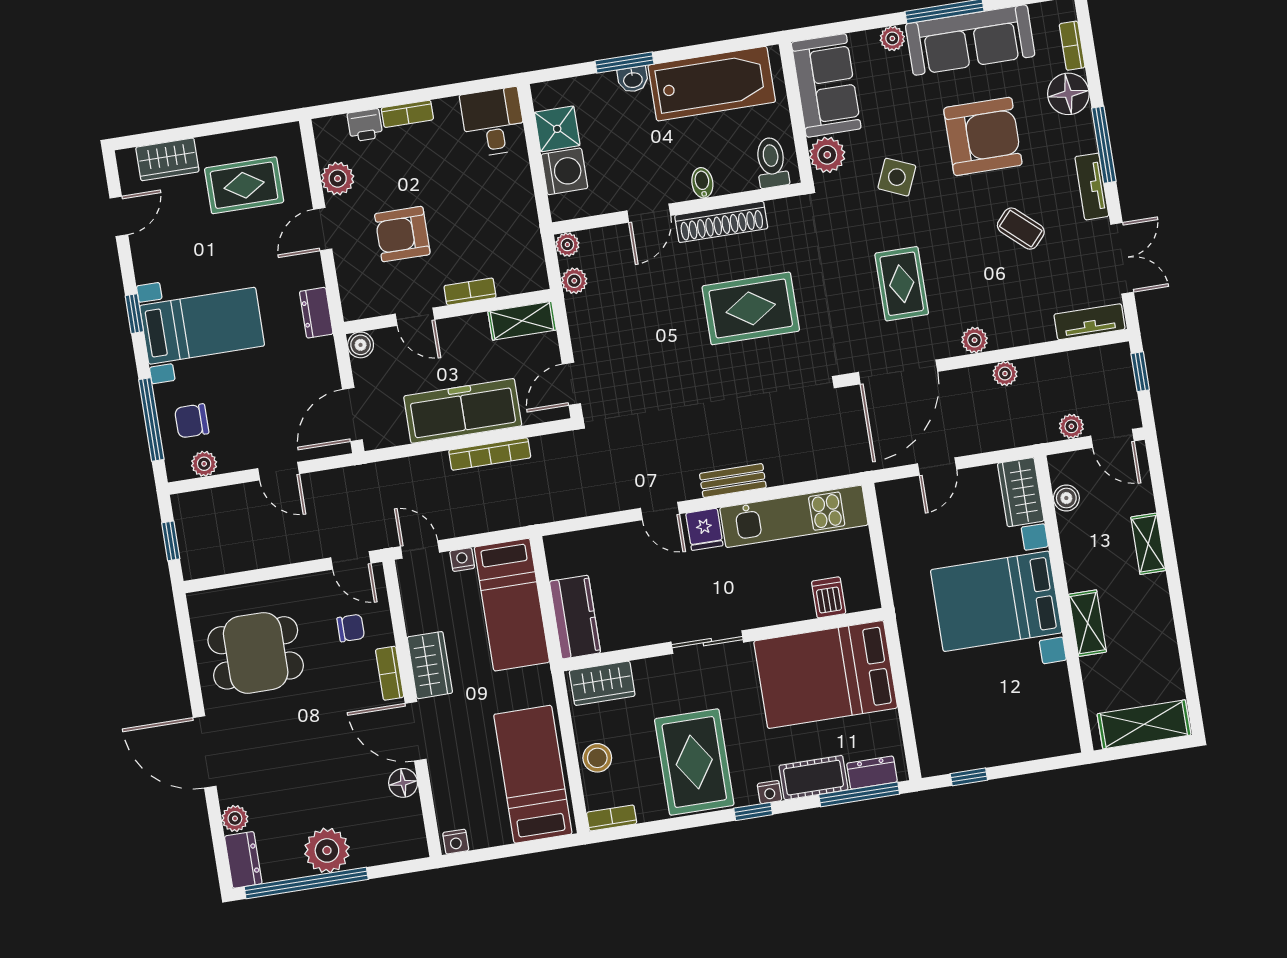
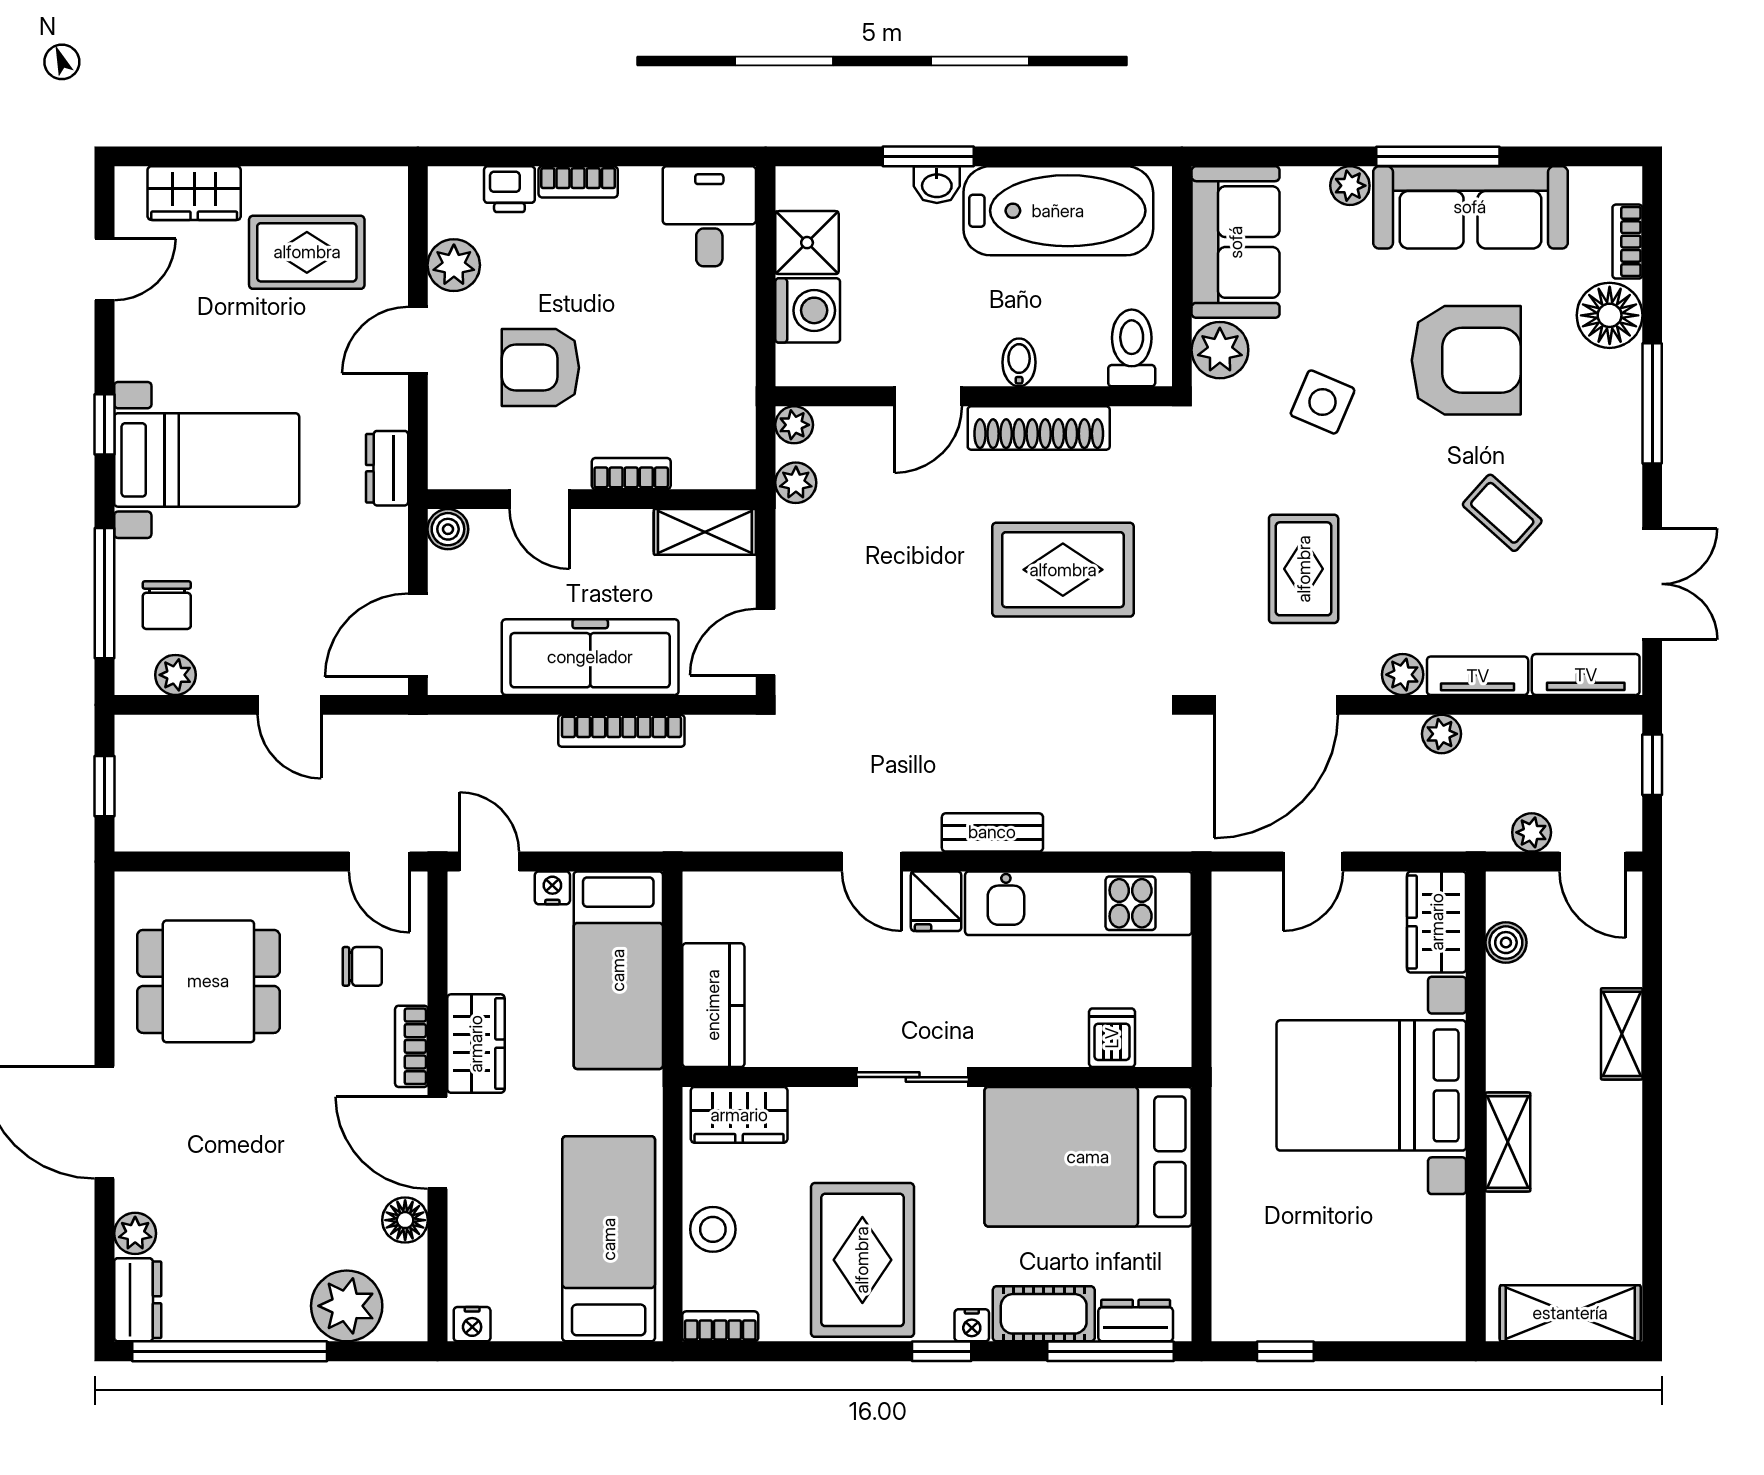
tv unit: (1092, 187) -> (1478, 676), moved, turned 90
chair: (192, 421) -> (167, 605), turned -90
plant: (327, 850) -> (347, 1306), moved

